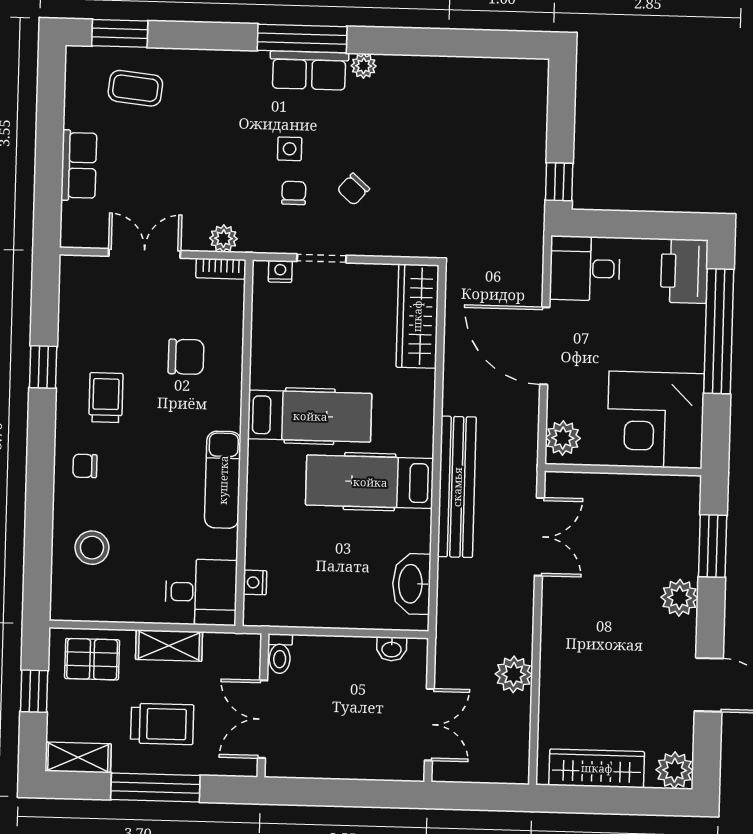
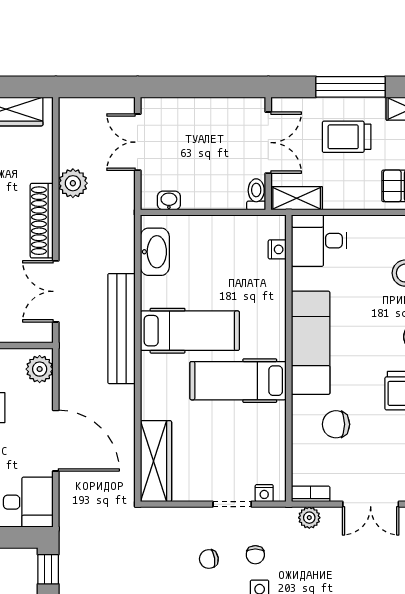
chair: (353, 189) -> (209, 559), turned -141
exam couch: (223, 480) -> (311, 343), width x1.36, depth x1.45
shoe rack: (555, 628) -> (42, 221), added
shelving: (169, 646) -> (297, 198), moved

